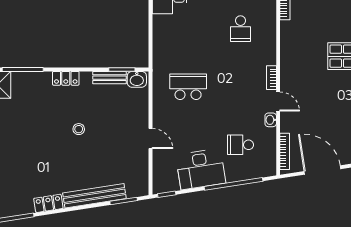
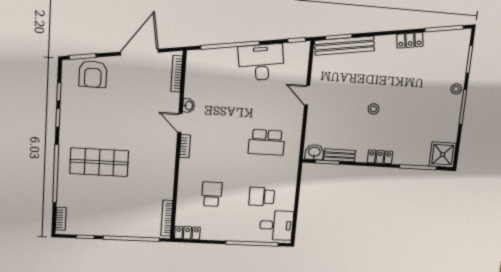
school desk: (241, 145) -> (262, 196), moved, turned 180
door: (322, 170) -> (139, 52), swing flipped
bench: (94, 196) -> (345, 46), moved

